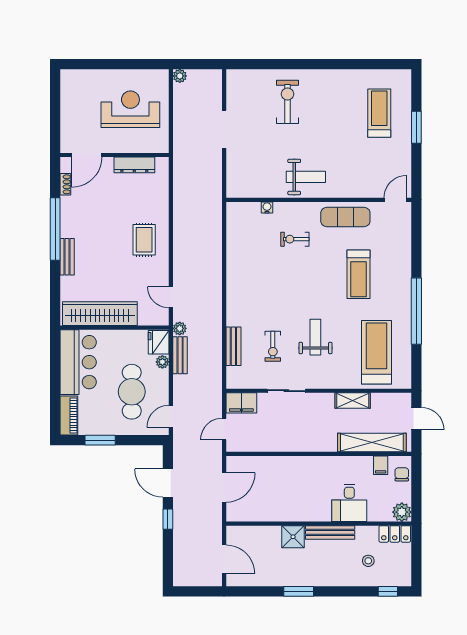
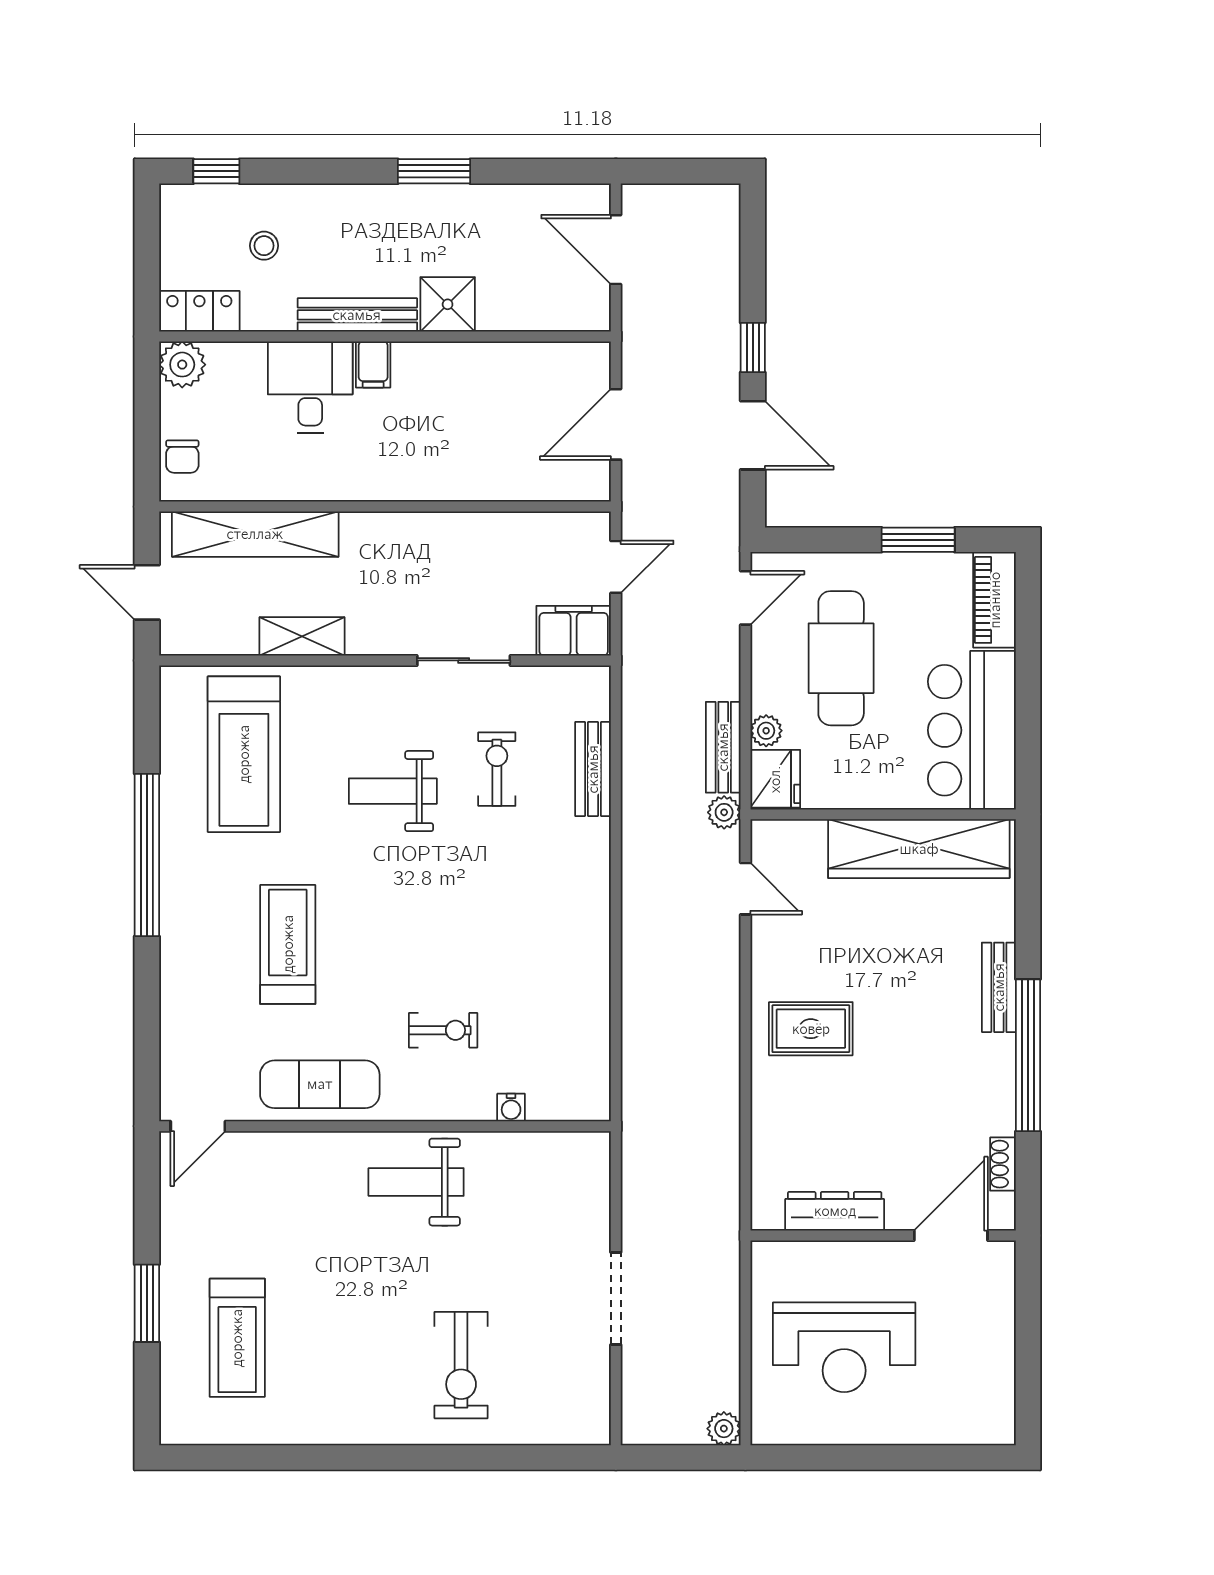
rug: (144, 240) -> (811, 1029), turned 90
weight bench: (315, 337) -> (393, 791), turned 90
filing cabinet: (381, 465) -> (373, 364), moved, turned 180

